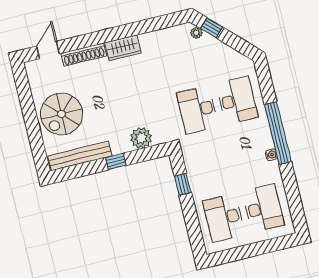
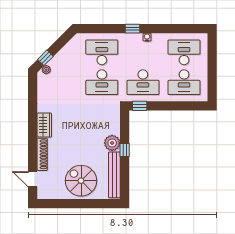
spiral stairs: (62, 114) -> (81, 181), turned 180
window: (278, 133) -> (133, 29), width x0.32
plant: (141, 138) -> (112, 143), moved
desk: (211, 164) -> (143, 82), added
window: (183, 184) -> (140, 106), moved

